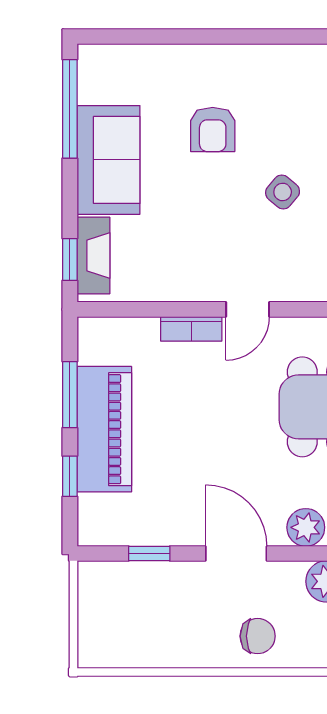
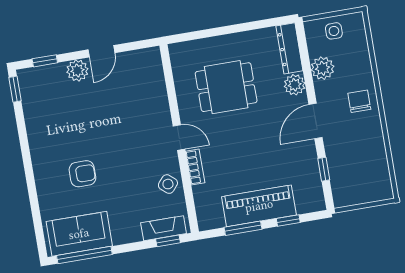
sofa: (109, 160) -> (79, 234), moved
side table: (283, 192) -> (168, 184), moved

